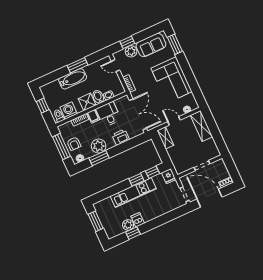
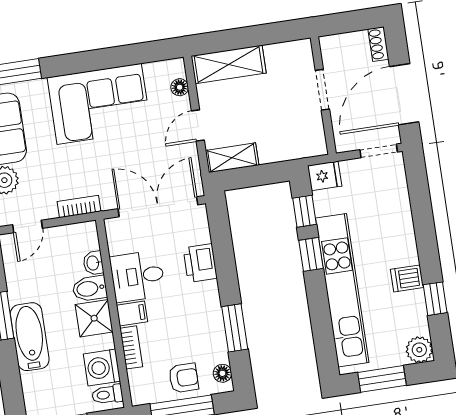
plant: (99, 146) -> (206, 321), removed
kitchen unit: (133, 192) -> (342, 290), width x1.36
plant: (128, 225) -> (419, 350), moved

